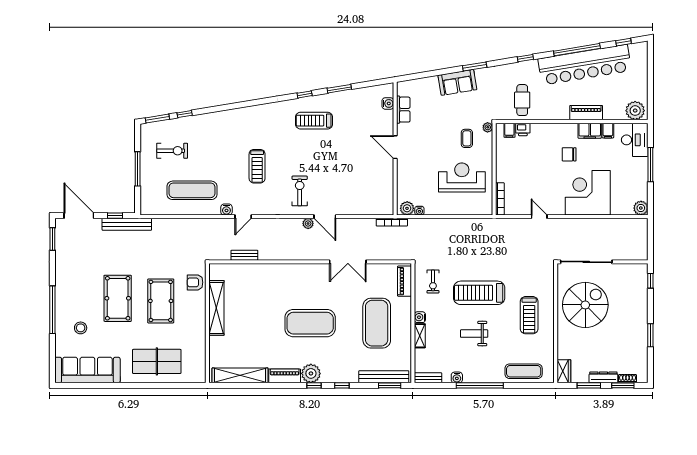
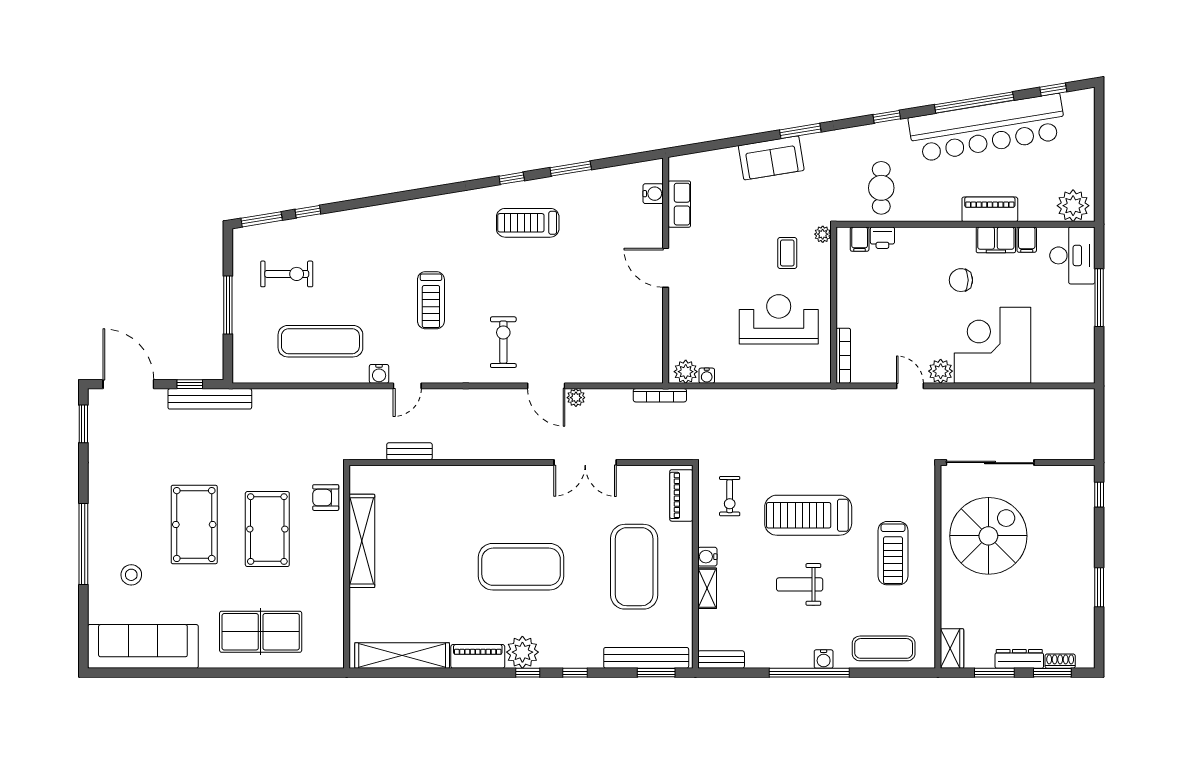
plant: (641, 208) -> (941, 371), moved
plant: (308, 223) -> (576, 398), moved
water cooler: (457, 377) -> (824, 659), moved

